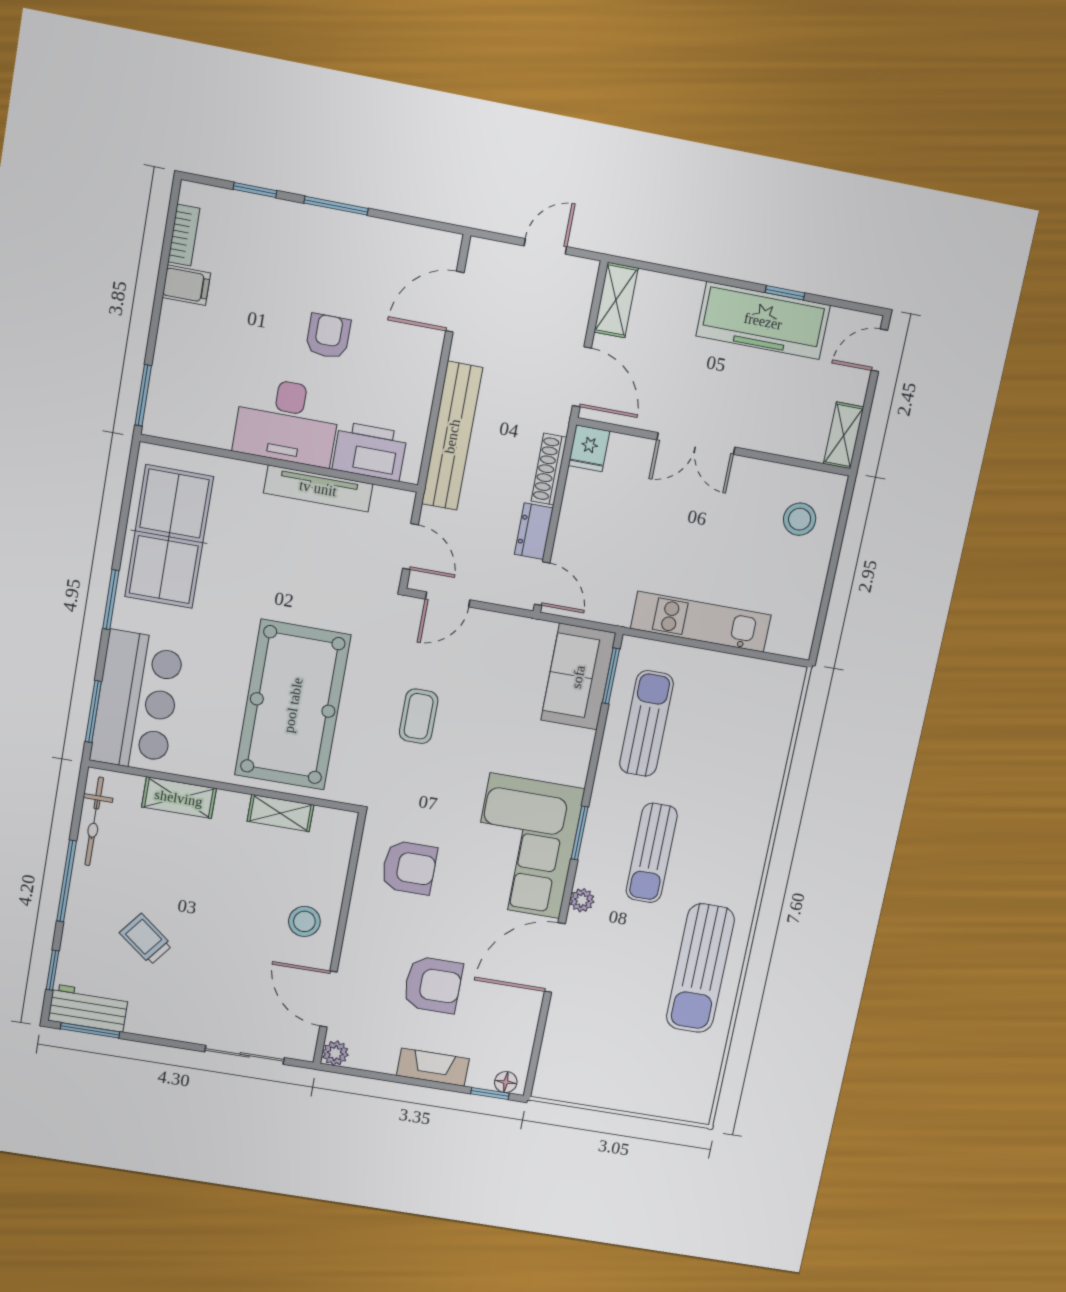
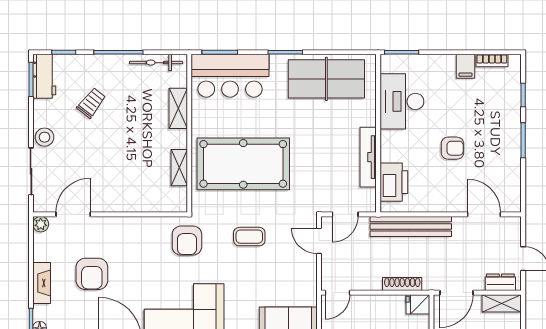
desk: (287, 422) -> (402, 101), moved
dresser: (534, 531) -> (500, 282), moved
armchair: (409, 868) -> (187, 241), moved
stool: (304, 921) -> (45, 137), moved

